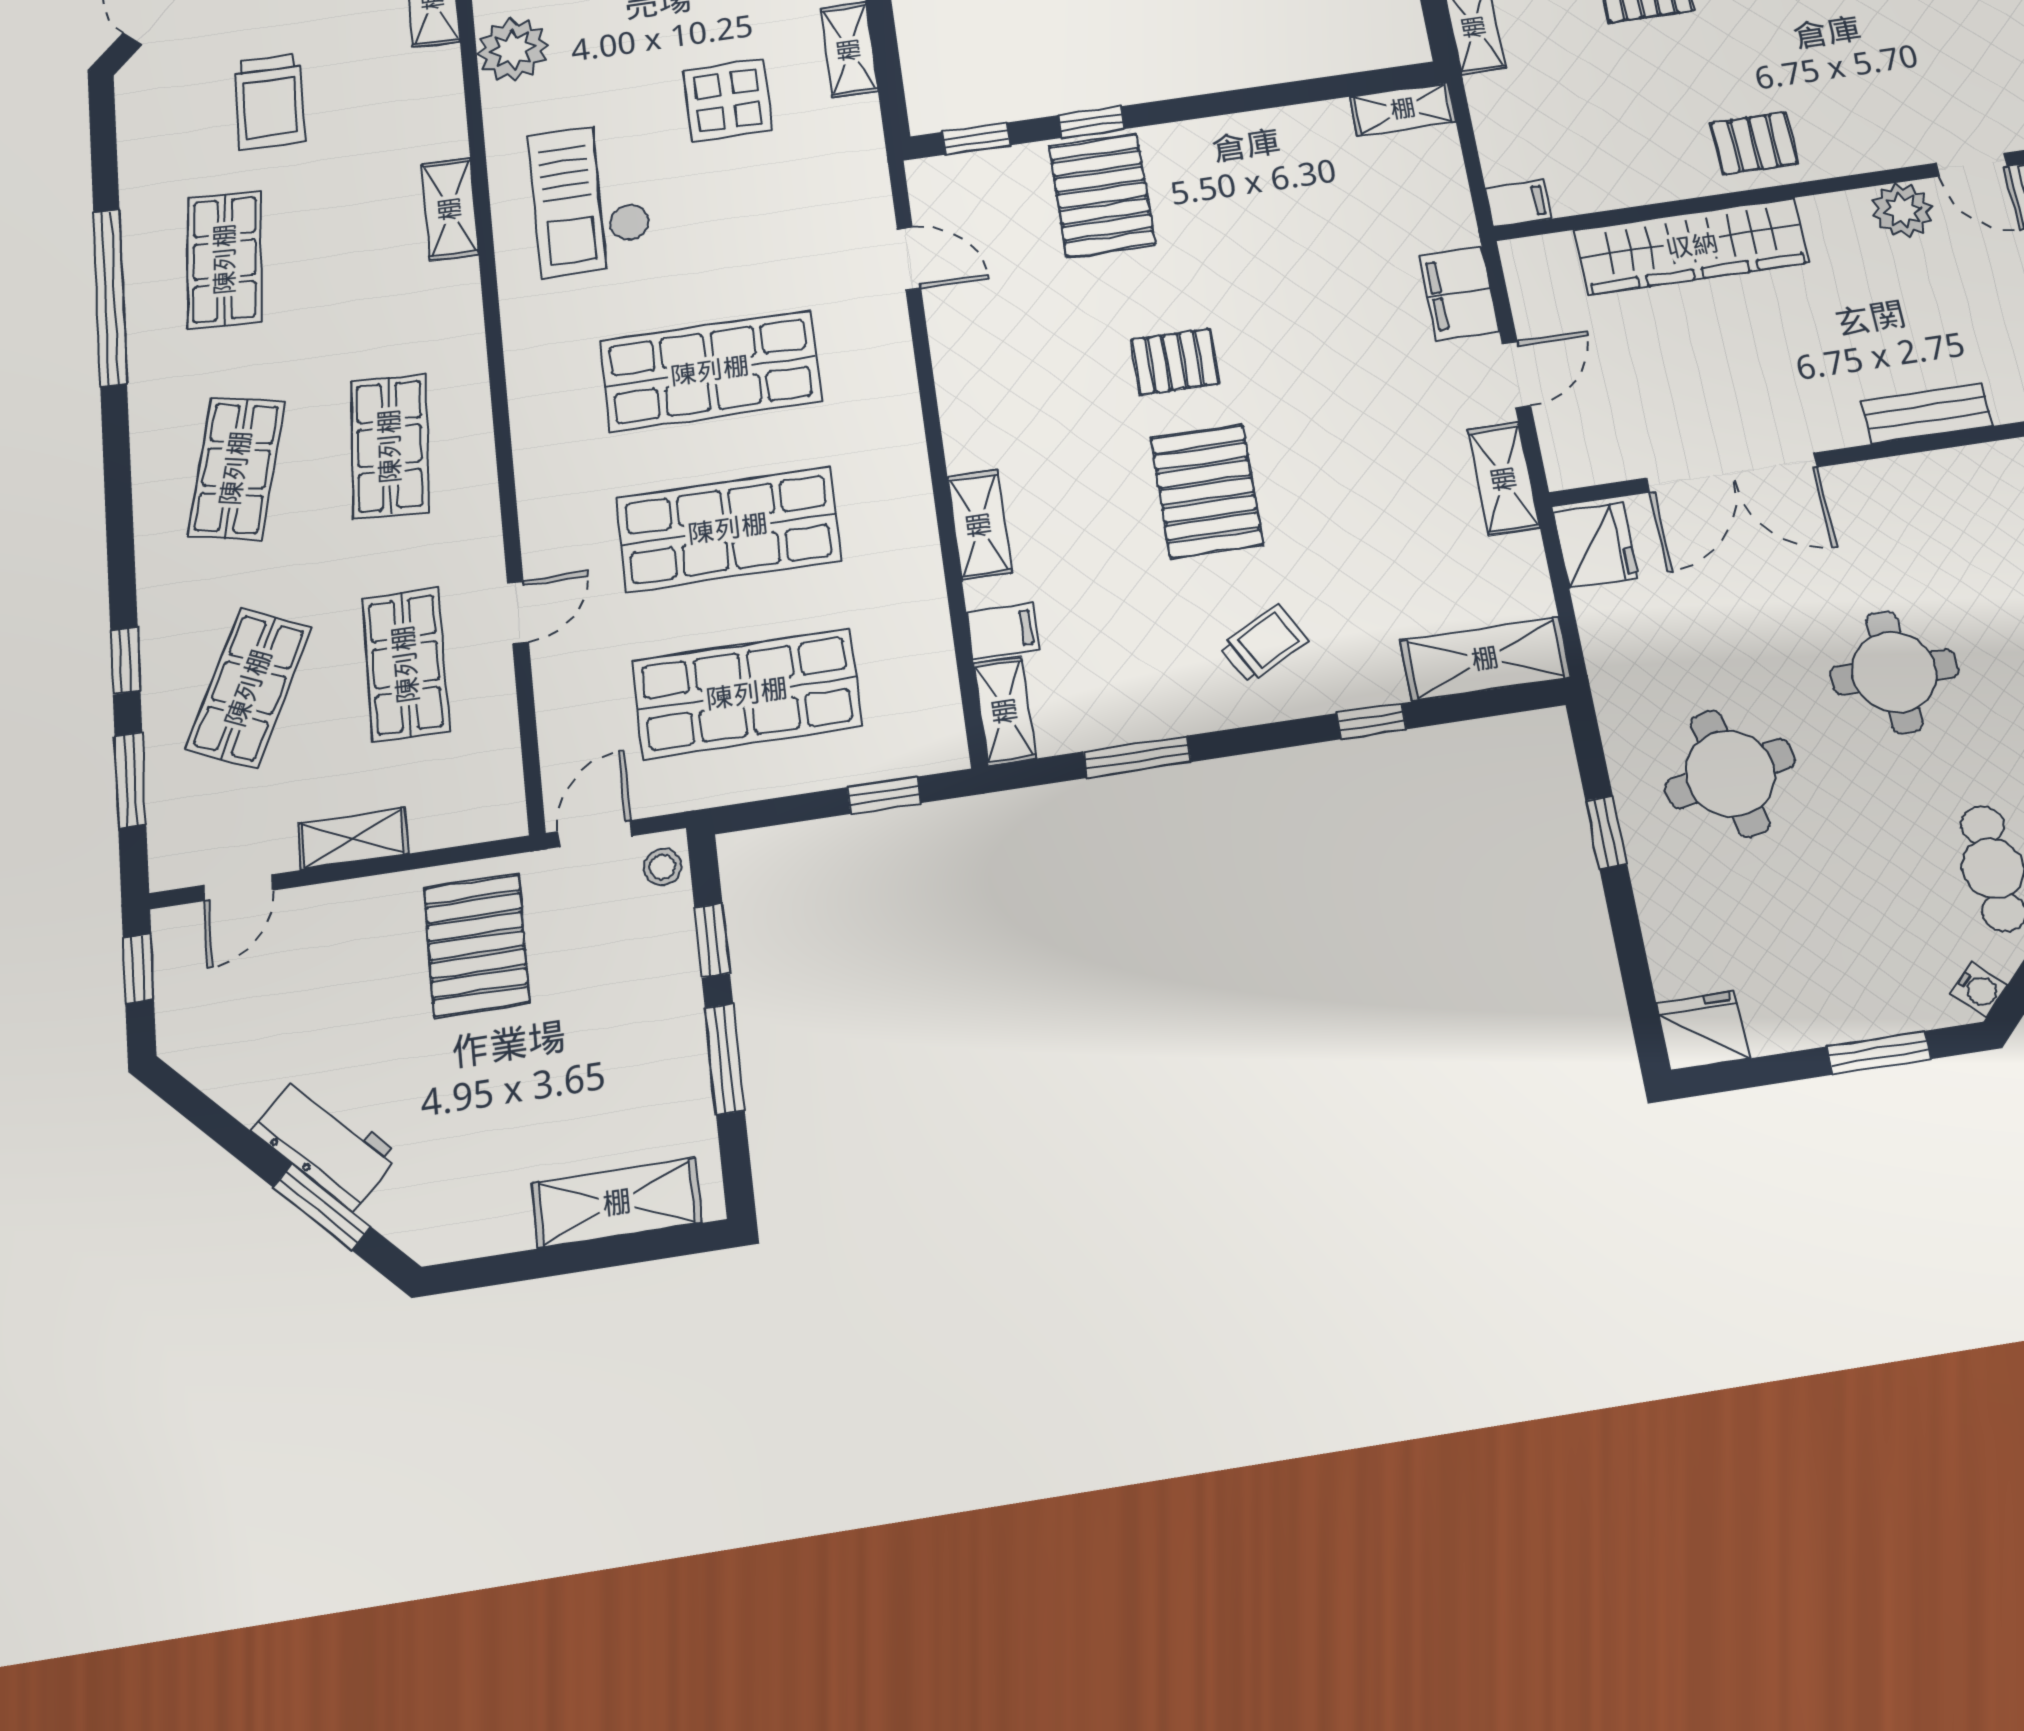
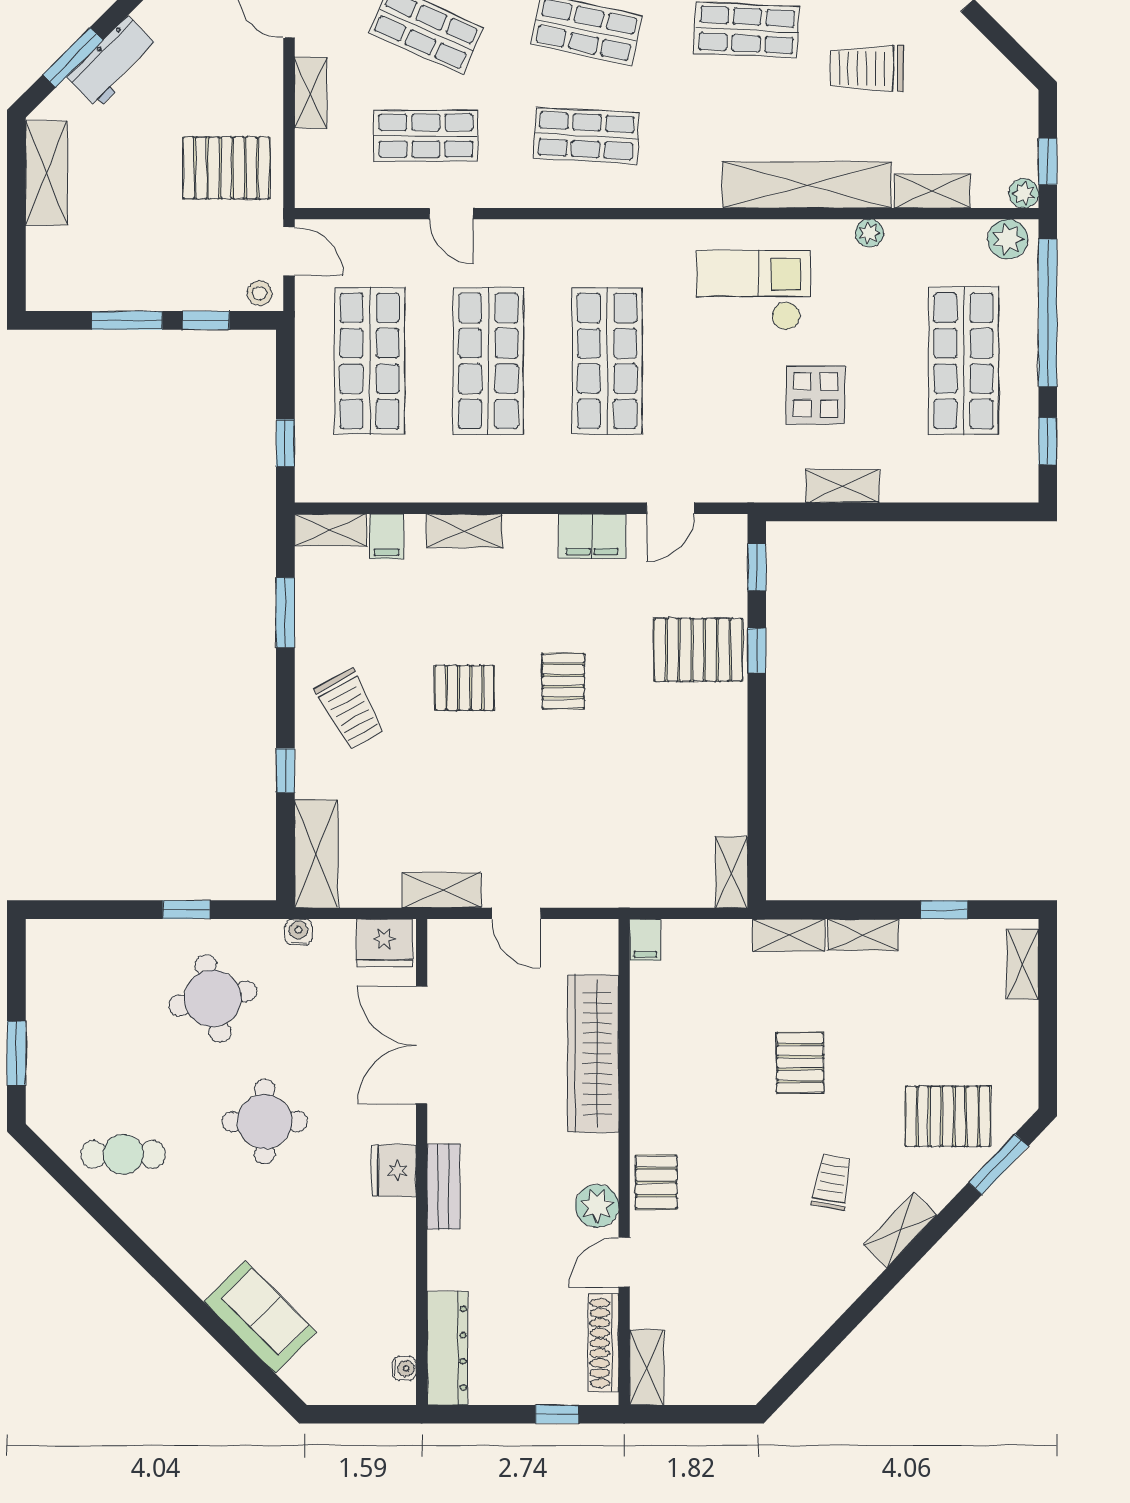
plant: (513, 49) -> (869, 233), width x0.53, depth x0.53
pallet: (1754, 143) -> (656, 1182), moved
shelving: (450, 209) -> (807, 185), width x2.20, depth x1.33
filing cabinet: (1459, 293) -> (592, 536), moved, turned 180
pallet: (1207, 491) -> (464, 688), width x0.67, depth x0.71
trolley: (1264, 643) -> (350, 709), width x1.36, depth x1.39
water cooler: (1979, 989) -> (299, 932), moved, turned 135
fridge: (1703, 1031) -> (394, 1171), moved, turned 180
shelving: (617, 1203) -> (47, 173), moved

